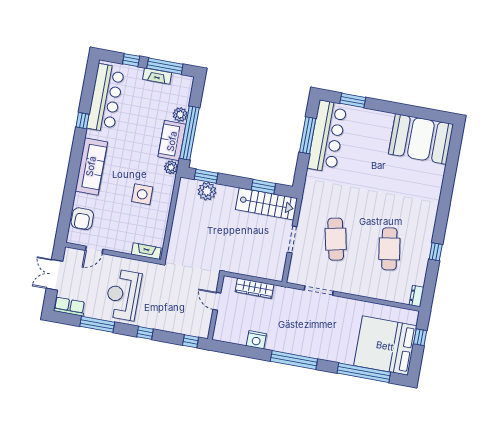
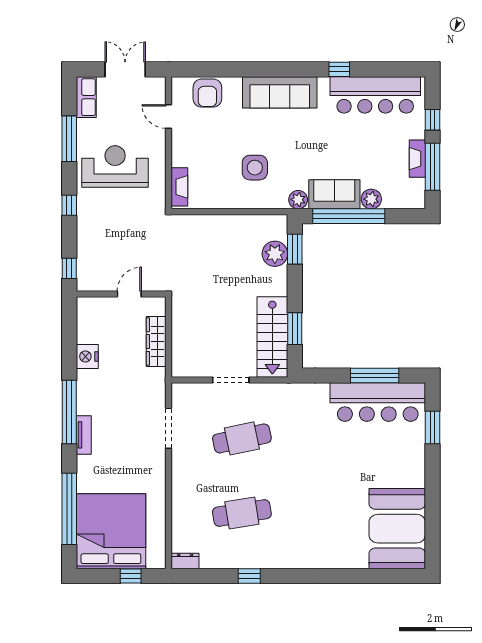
armchair: (82, 219) -> (207, 93), turned -90
tv unit: (312, 353) -> (84, 435), added

